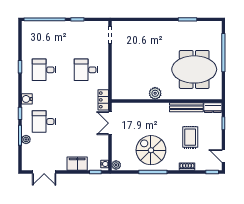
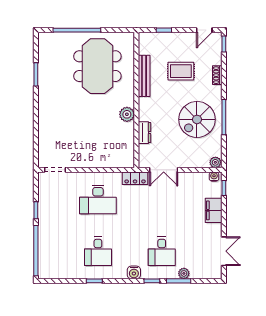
desk: (86, 70) -> (98, 200), width x1.37
dresser: (213, 108) -> (144, 133), moved

